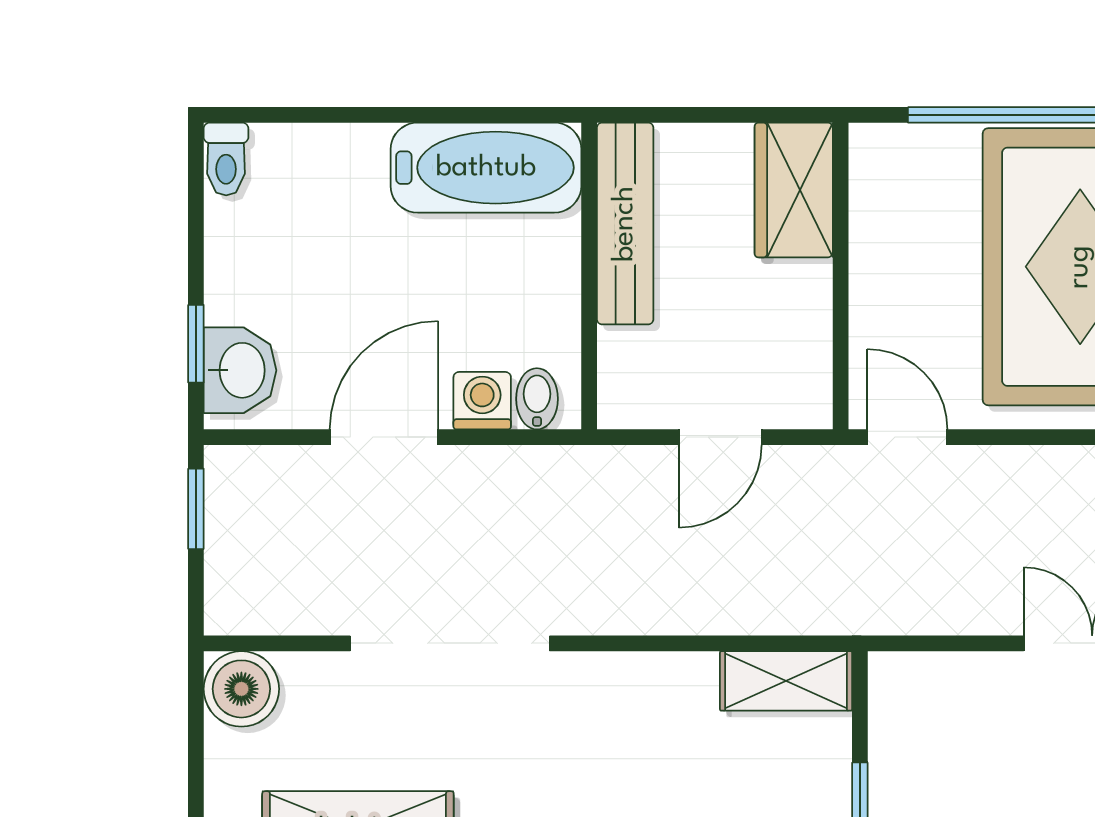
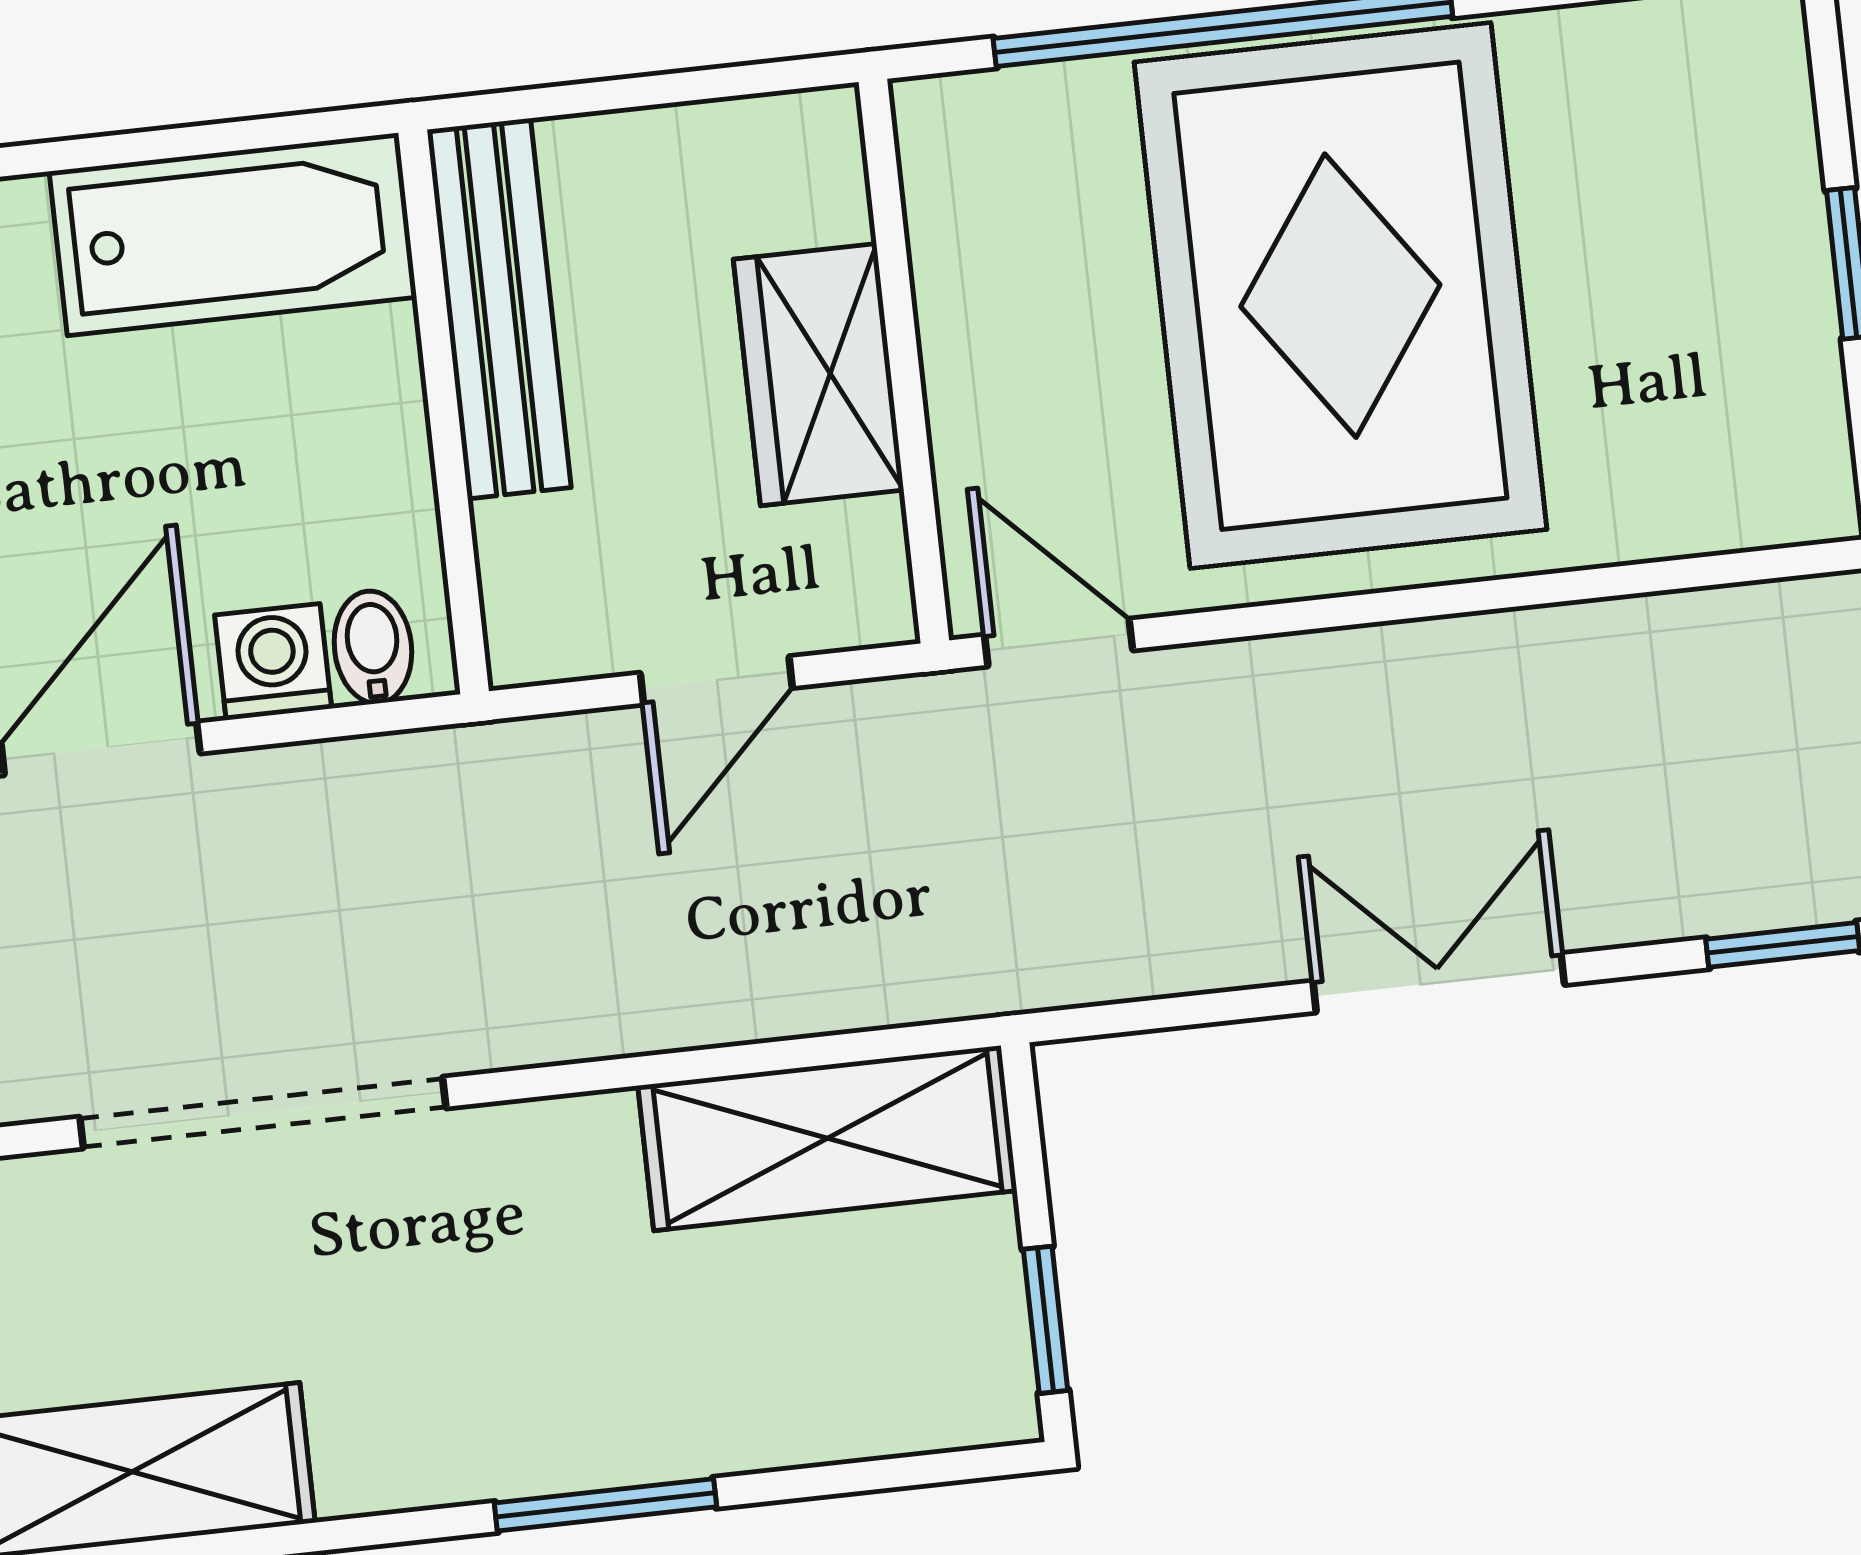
wardrobe: (794, 190) -> (819, 375), moved
shelving: (786, 681) -> (827, 1138), width x1.50, depth x1.33

